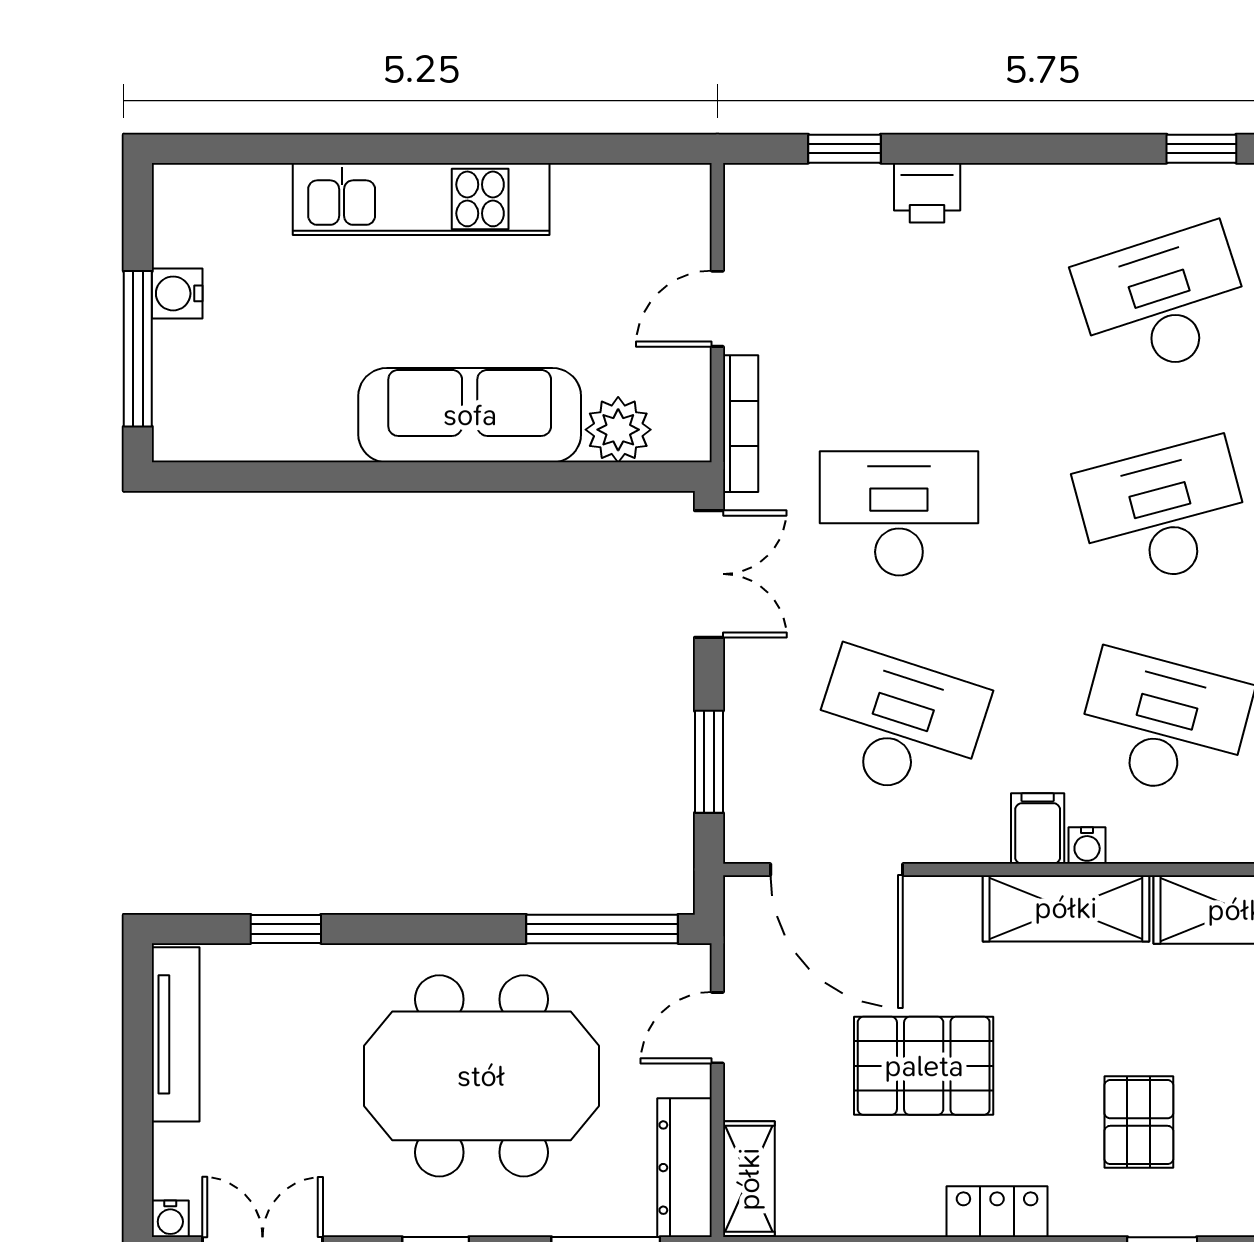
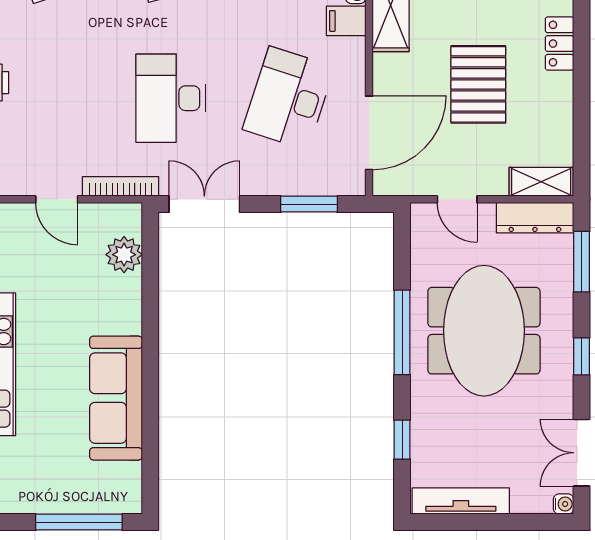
water cooler: (177, 293) -> (48, 500), removed
sofa: (470, 415) -> (116, 398), moved
window: (602, 929) -> (402, 332), moved

